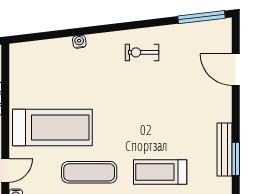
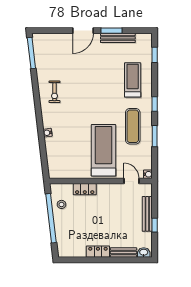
door: (236, 70) -> (83, 31), moved
window: (236, 159) -> (111, 31), moved
treadmill: (160, 172) -> (133, 80), turned 180

